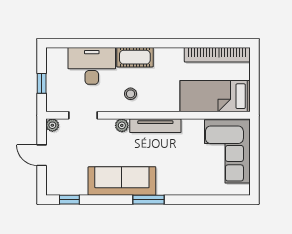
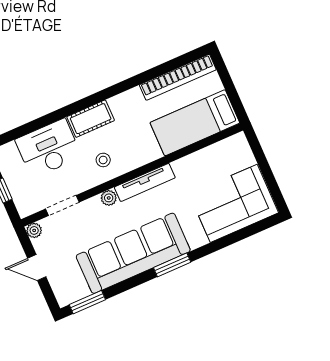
corner sofa: (227, 151) -> (234, 203), moved, turned 90
sofa: (122, 181) -> (133, 253), width x1.36, depth x1.27
window: (69, 200) -> (87, 302), width x1.50

